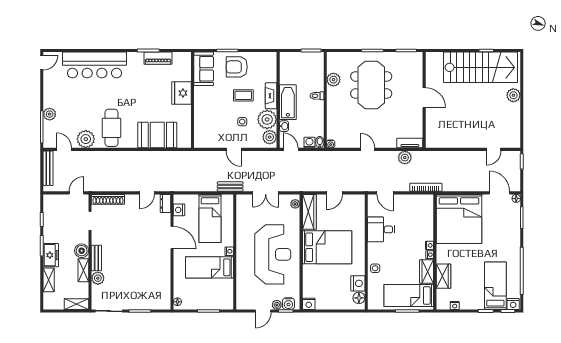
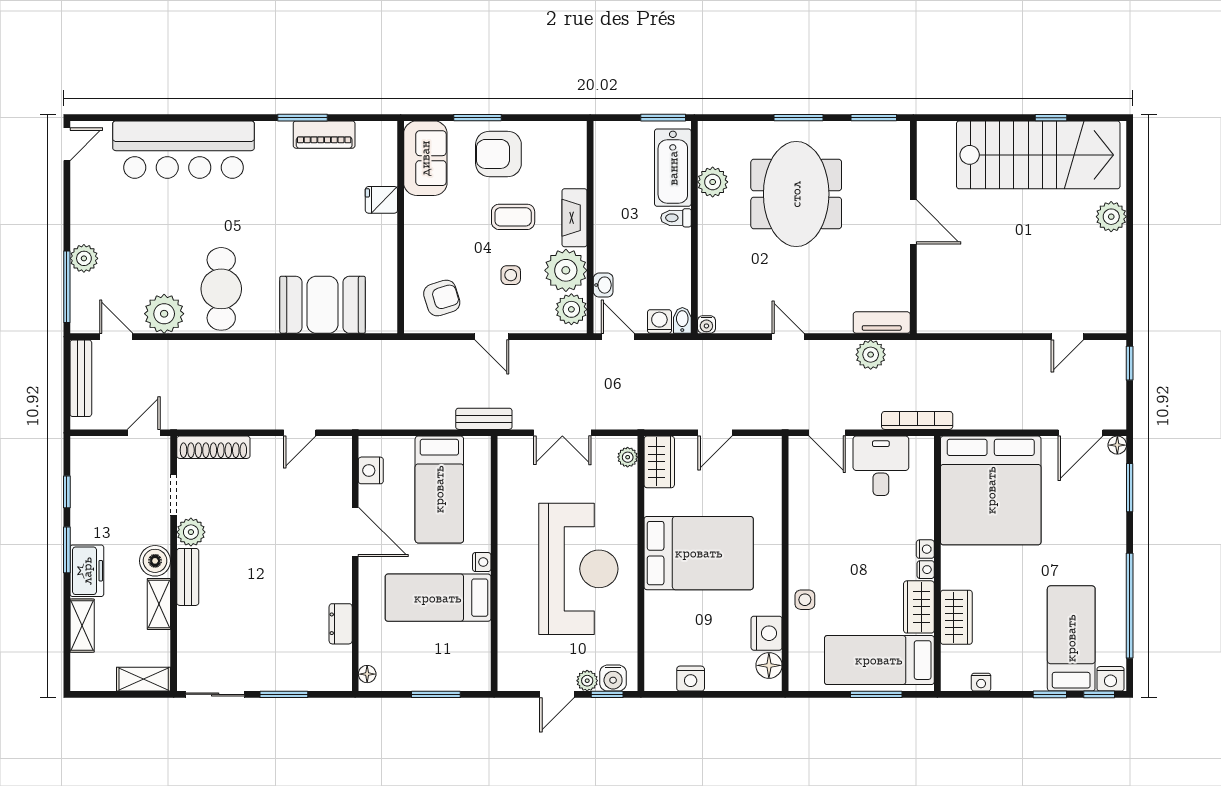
fridge: (181, 93) -> (381, 200), width x0.53, depth x0.75
bathtub: (288, 102) -> (673, 168), moved, turned 180
armchair: (211, 132) -> (442, 298), added
door: (500, 193) -> (1080, 433), swing flipped
dresser: (165, 203) -> (341, 624), moved
wardrobe: (309, 212) -> (659, 462), width x0.67
desk: (381, 229) -> (881, 466), moved, turned 90
plant: (98, 278) -> (191, 532), moved
nightstand: (309, 304) -> (691, 679), moved

